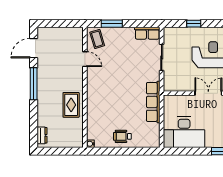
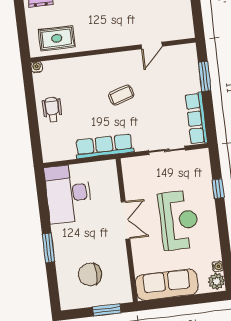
row of seats: (147, 33) -> (196, 118), width x1.48
coffee table: (97, 39) -> (121, 95), moved
rug: (71, 105) -> (57, 38), moved

